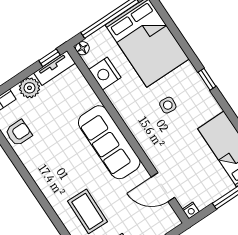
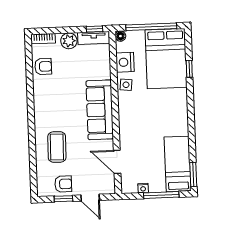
window: (207, 79) -> (189, 69), moved
side table: (168, 105) -> (126, 85), moved
nightstand: (191, 211) -> (143, 188), moved

